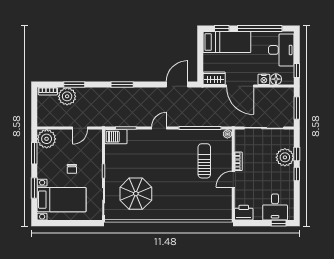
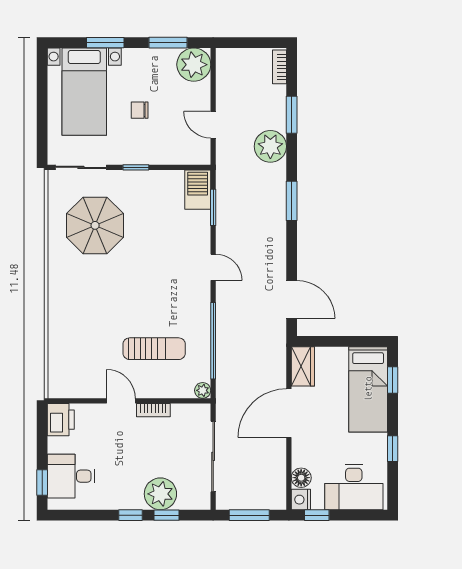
window: (260, 28) -> (393, 449), width x0.32
nightstand: (264, 79) -> (301, 500), moved
plant: (67, 96) -> (270, 146), moved

